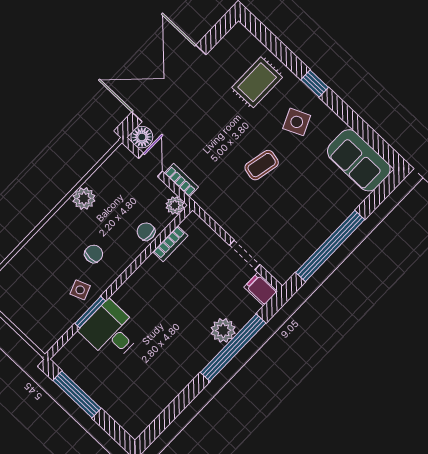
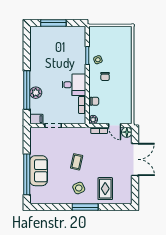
double door: (169, 83) -> (135, 159), width x0.73
window: (315, 84) -> (85, 207), width x2.17
sofa: (359, 160) -> (39, 171), moved, turned 90
plant: (84, 199) -> (126, 92), removed
window: (330, 246) -> (27, 174), moved
desk: (111, 331) -> (74, 85), moved
window: (77, 394) -> (53, 23), moved

